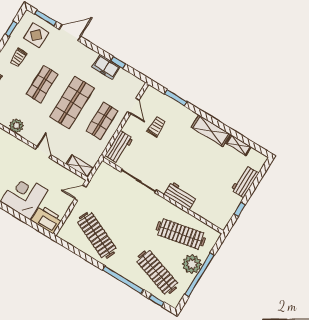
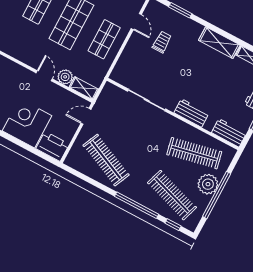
plant: (16, 126) -> (65, 77), moved
workbench: (119, 147) -> (229, 133), moved, turned -90

